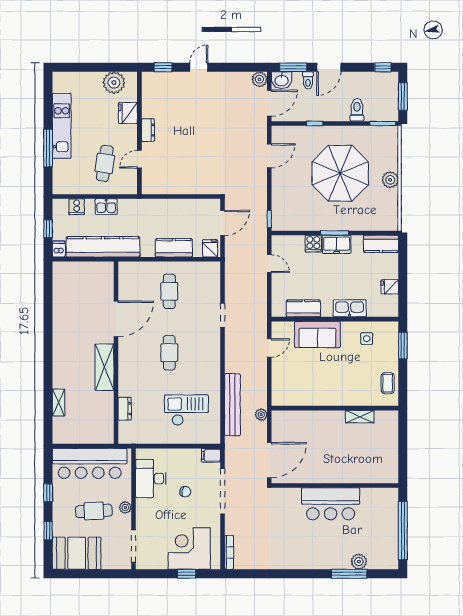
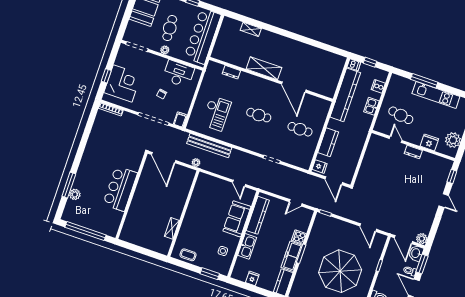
freezer: (337, 244) -> (292, 256), width x1.40
kitchen counter: (303, 308) -> (258, 215), width x1.50

